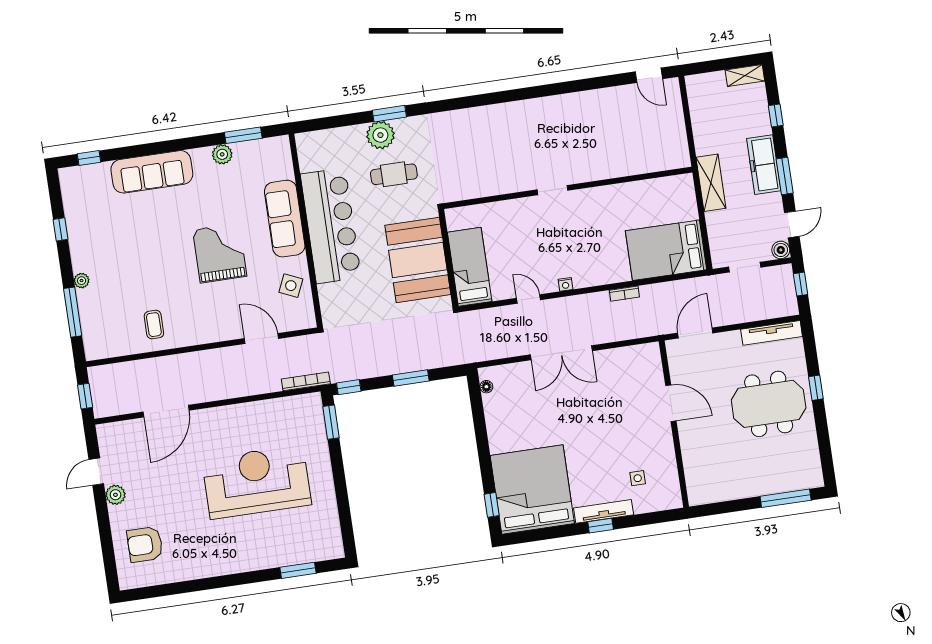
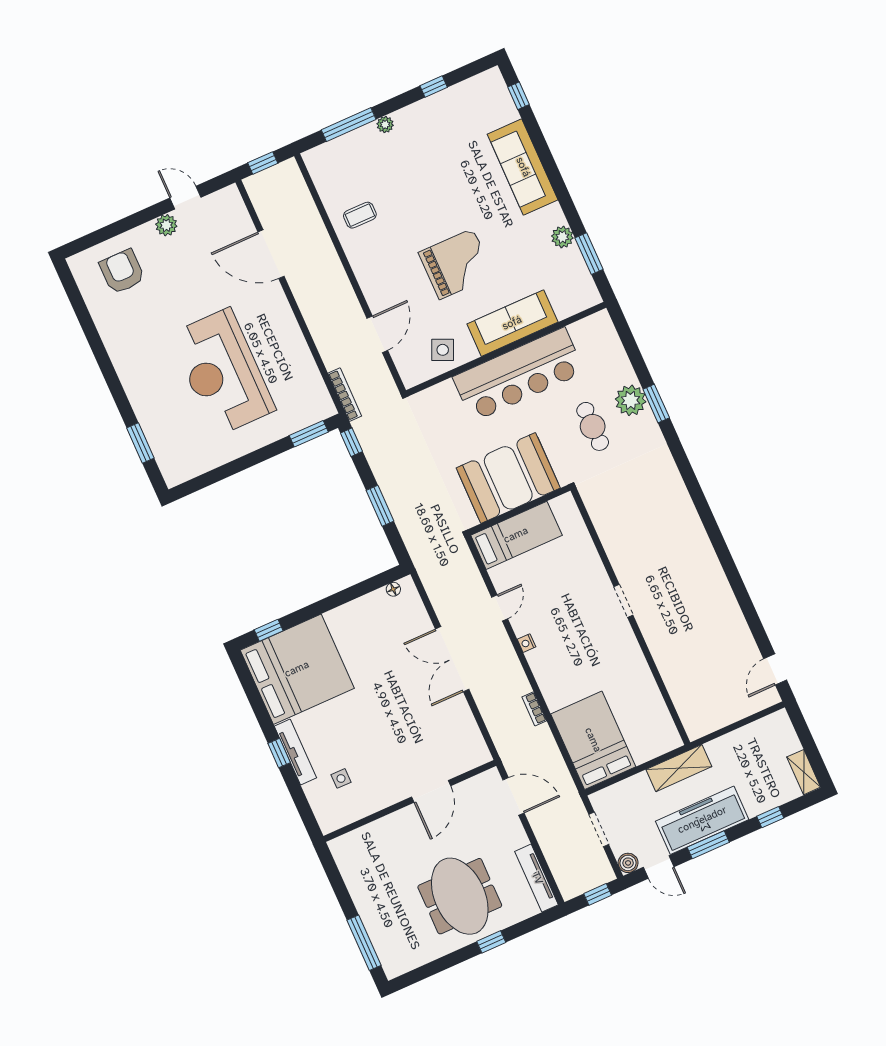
freezer: (764, 165) -> (702, 820), width x1.36, depth x1.26
reception desk: (257, 482) -> (222, 372), turned 180

